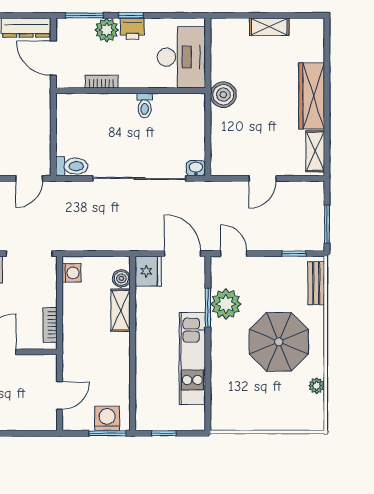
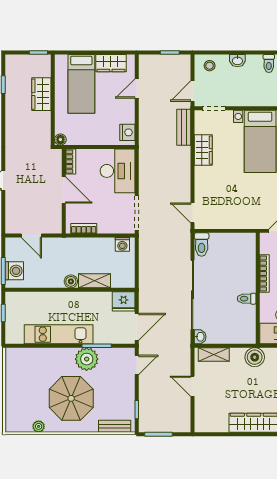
bookcase: (102, 82) -> (264, 274), width x1.56
shelving: (315, 151) -> (214, 354), moved
boiler: (121, 278) -> (71, 281), moved
plant: (226, 304) -> (87, 359), moved

